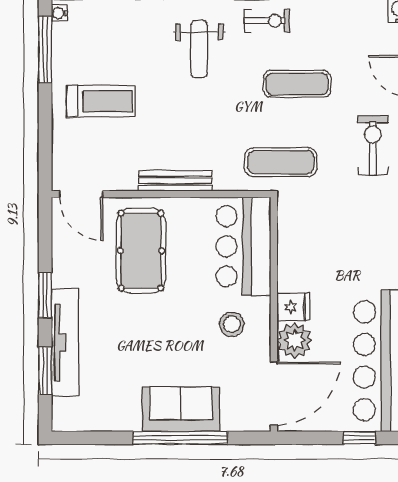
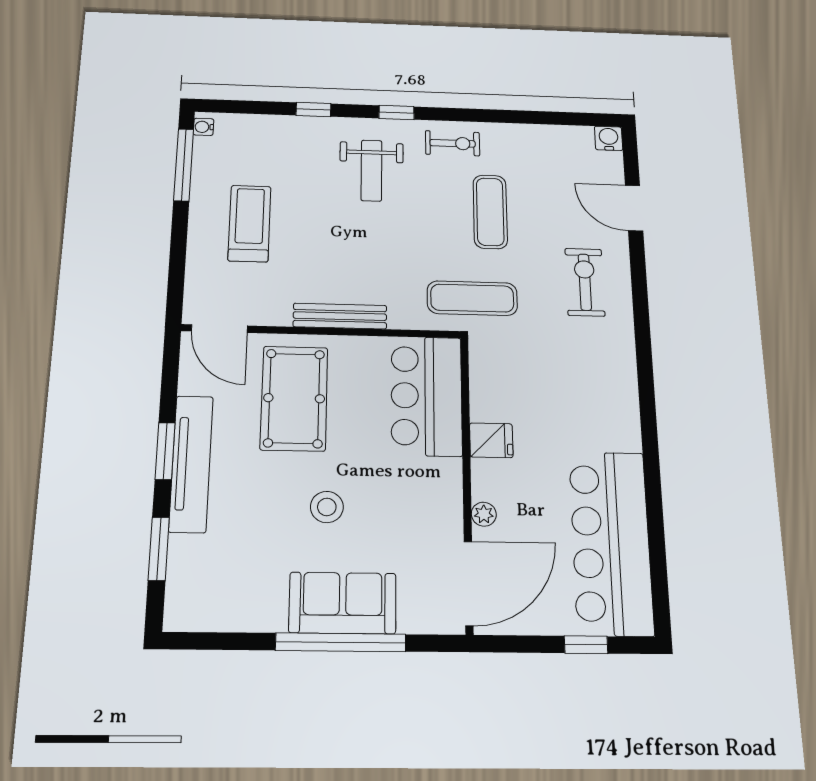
exercise mat: (297, 84) -> (490, 212), turned 90
treadmill: (101, 101) -> (249, 223), turned -90
fridge: (293, 307) -> (491, 440), moved
stool: (232, 324) -> (327, 507), moved
plant: (295, 340) -> (484, 514), width x0.53, depth x0.53
tv unit: (65, 342) -> (191, 463), moved

